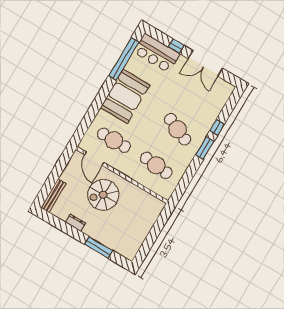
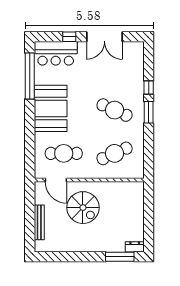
cafe table: (156, 165) -> (115, 153), turned -30
spiral stairs: (103, 195) -> (83, 208), turned -90
bench: (53, 196) -> (39, 222), moved
dresser: (76, 223) -> (135, 247), moved
window: (99, 247) -> (120, 257), moved

